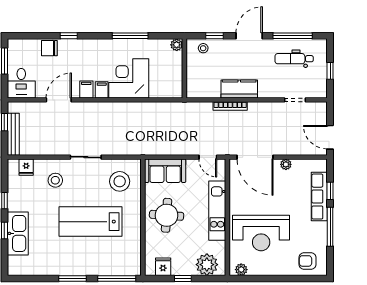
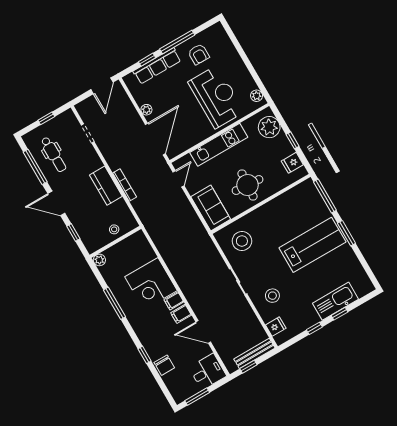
stool: (203, 48) -> (114, 229), moved
lab bench: (91, 222) -> (312, 245), moved, turned -90
armchair: (308, 261) -> (199, 54), moved

